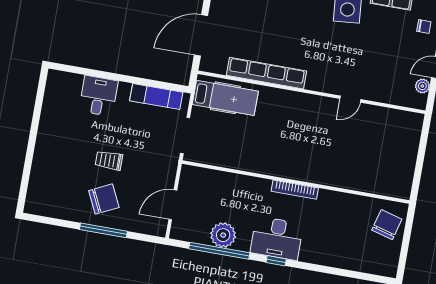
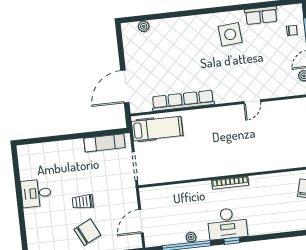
desk: (98, 96) -> (36, 193), moved, turned -90
plant: (223, 235) -> (191, 237), width x0.53, depth x0.53

